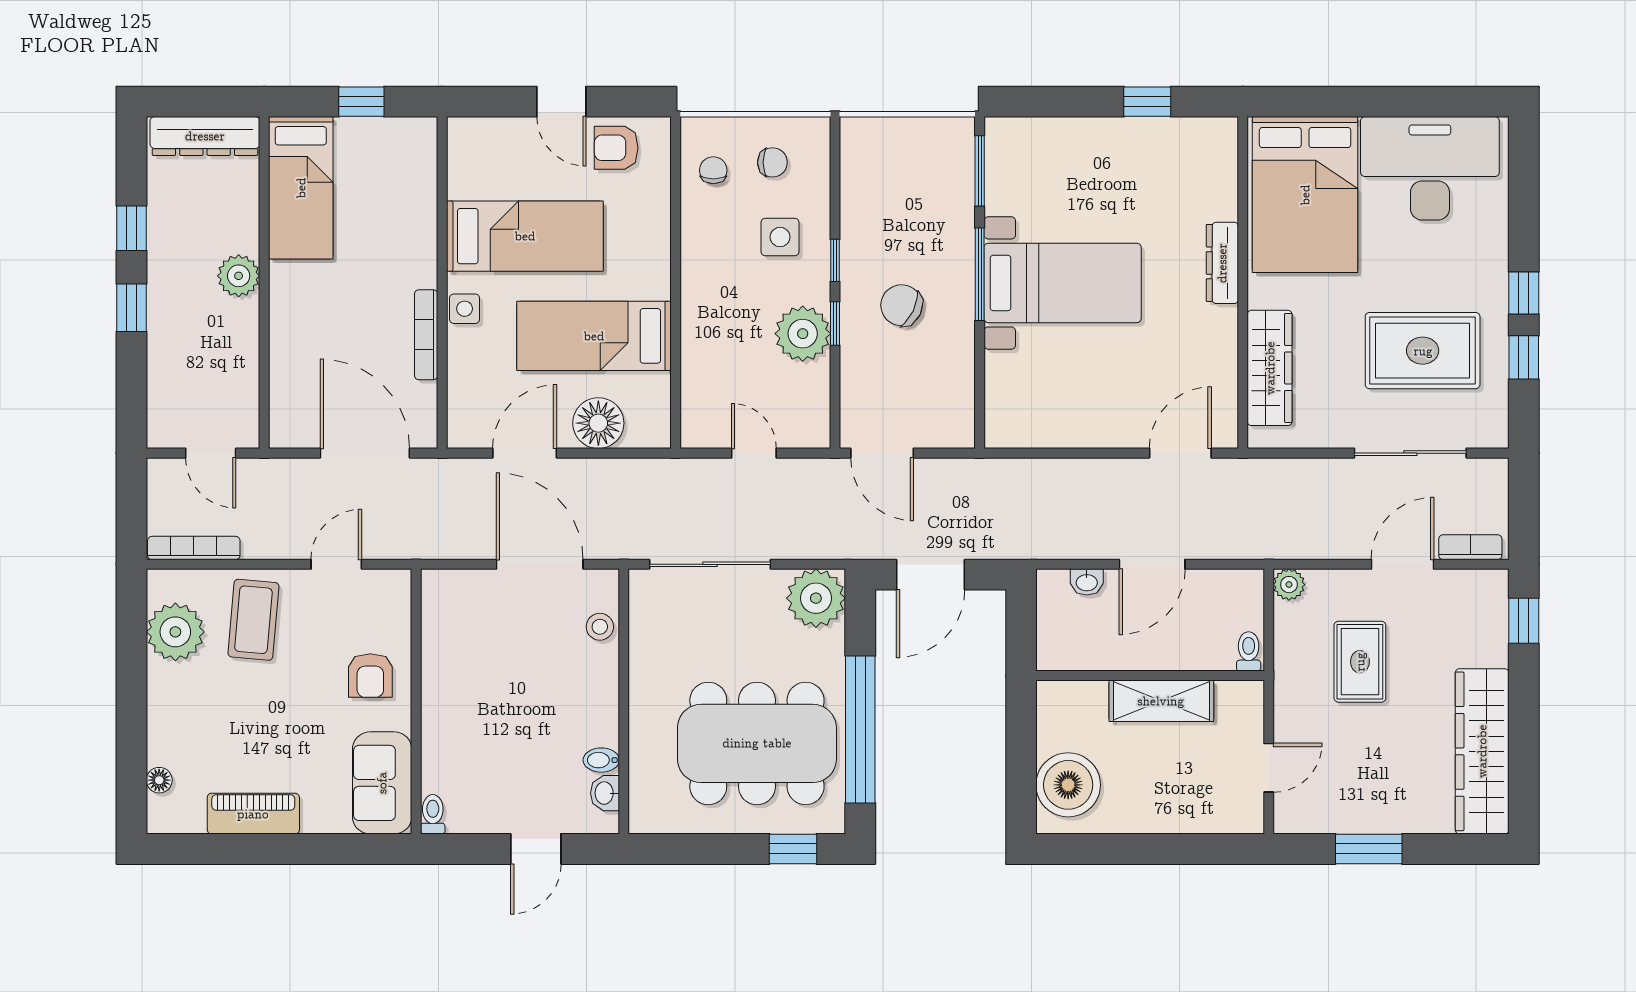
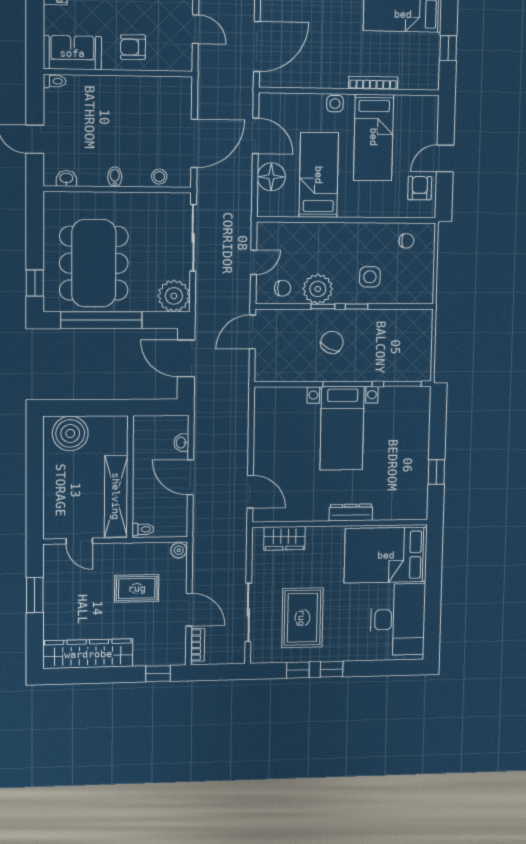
chair: (772, 162) -> (283, 288), moved, turned -90
bookcase: (426, 335) -> (373, 83), moved
wardrobe: (1270, 368) -> (285, 538), width x0.67
shelving: (1161, 701) -> (116, 496), width x1.47
bidet: (601, 760) -> (115, 177), moved

